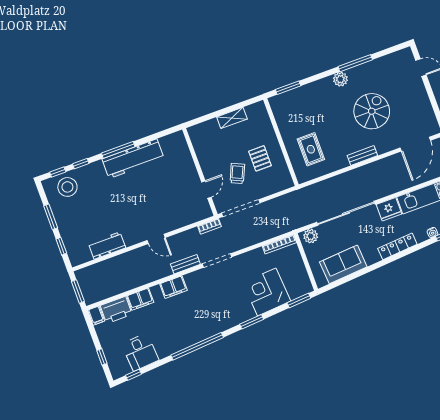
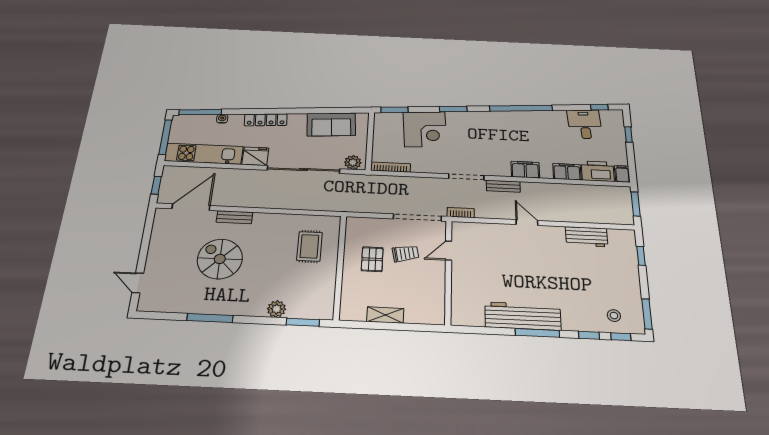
plant: (340, 79) -> (277, 309), moved
spiral stairs: (372, 111) -> (220, 259), turned 90
bench: (362, 155) -> (234, 217), moved
trolley: (237, 173) -> (405, 254), turned -125
stool: (67, 187) -> (614, 316), width x0.53, depth x0.53
window: (51, 217) -> (647, 314), moved

